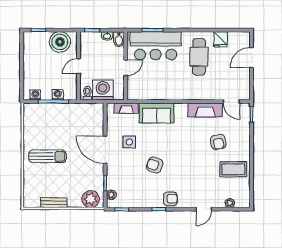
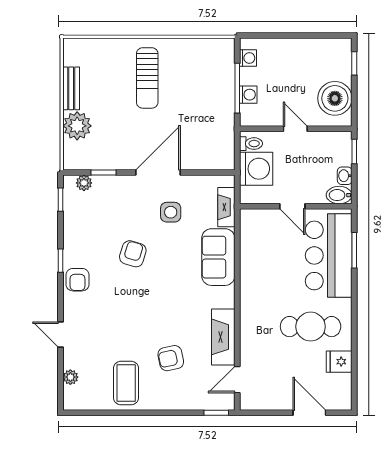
plant: (91, 199) -> (77, 126), moved

